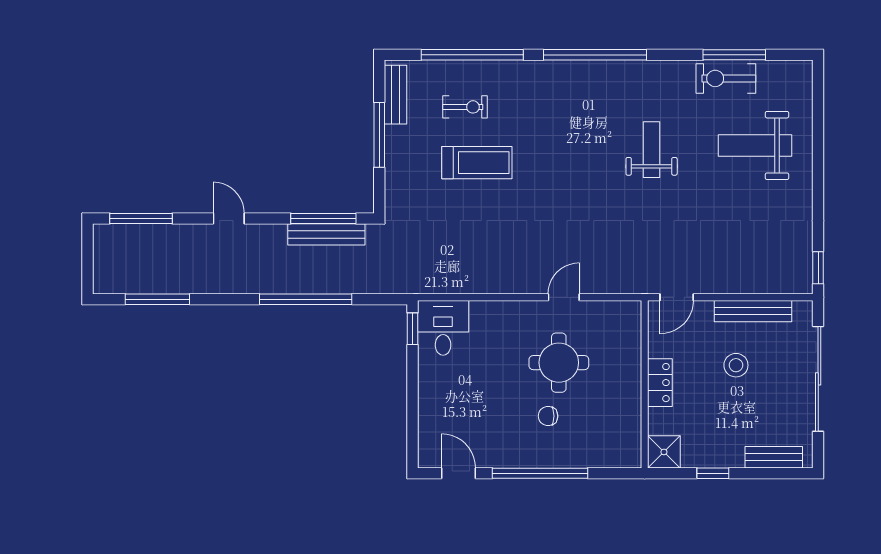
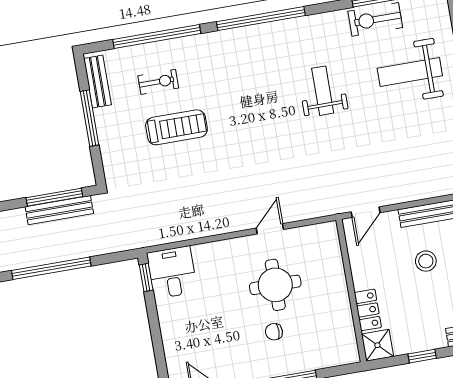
locker: (660, 383) -> (368, 310), moved

